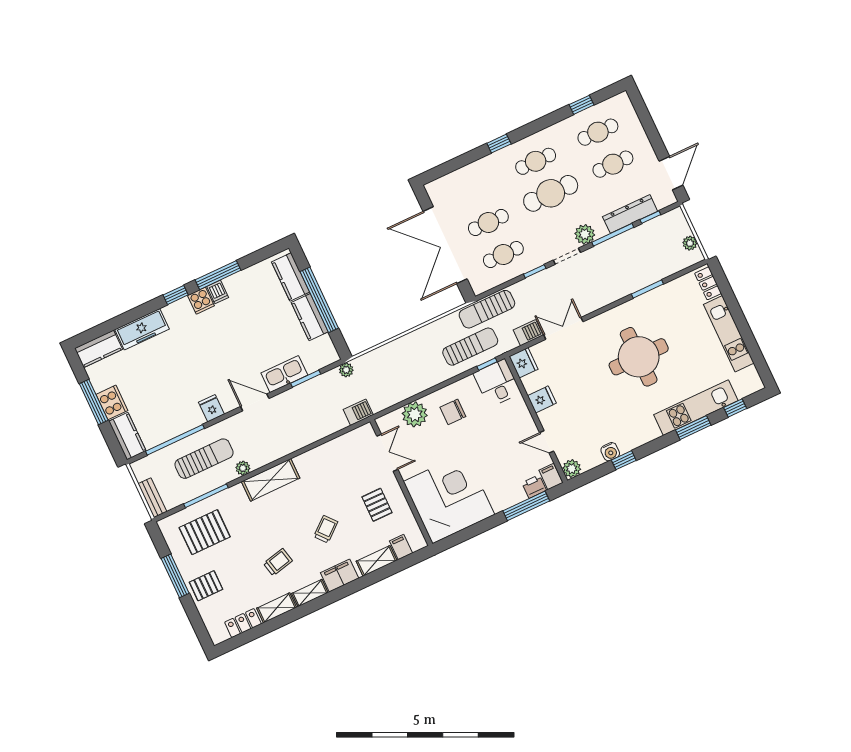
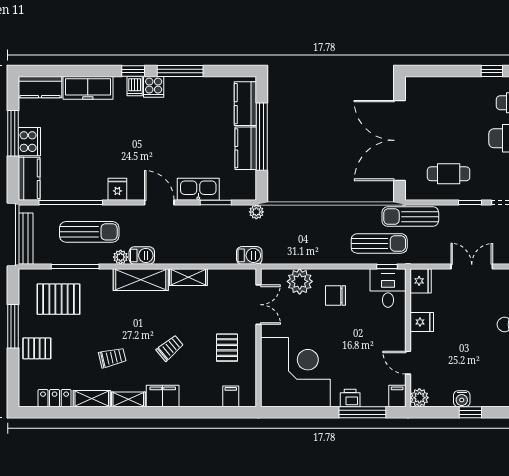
cafe table: (488, 222) -> (449, 138), removed
dishwasher: (218, 292) -> (135, 86), moved
barbecue: (528, 333) -> (142, 255), moved
printer: (534, 487) -> (350, 398), moved
bench: (152, 498) -> (26, 239), width x1.36
shelving: (377, 561) -> (188, 277), moved

